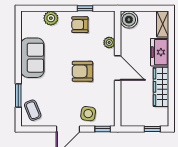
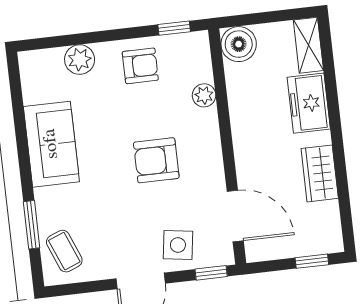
window: (85, 8) -> (174, 28), moved
armchair: (80, 25) -> (140, 66), turned 180
door: (118, 68) -> (235, 216), moved
wardrobe: (161, 87) -> (320, 173), width x0.67

